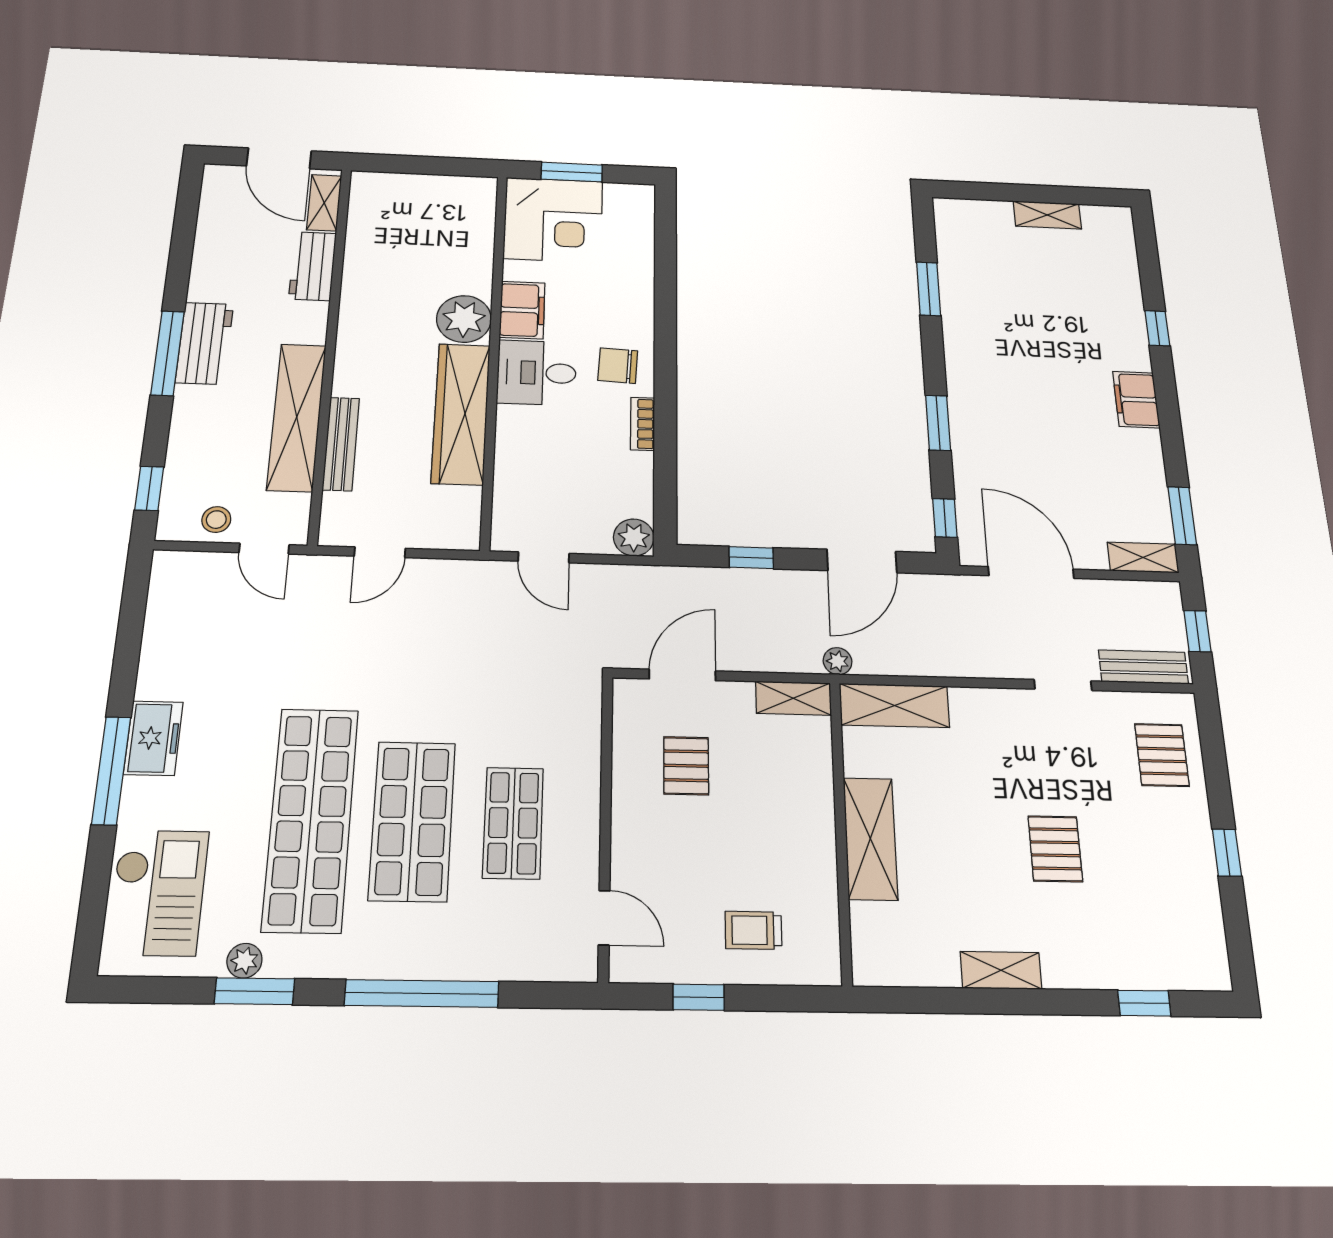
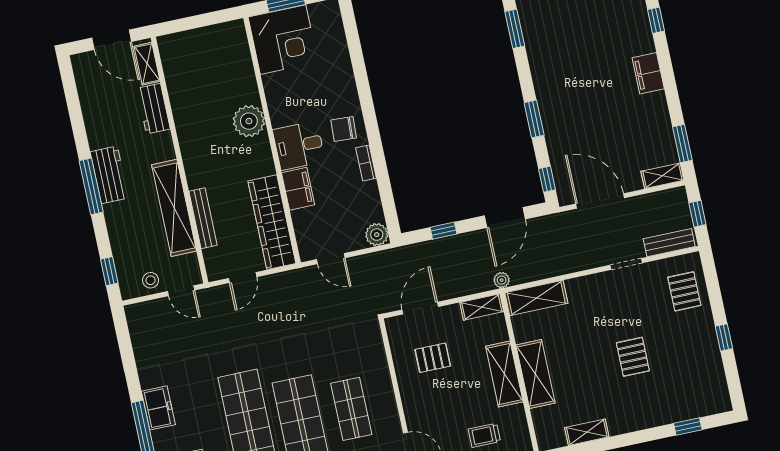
filing cabinet: (522, 310) -> (298, 189), moved
wardrobe: (461, 414) -> (272, 222), moved
pallet: (686, 766) -> (433, 358), turned 90
shelving: (812, 825) -> (504, 374), added
shelving: (1001, 970) -> (587, 432), moved

